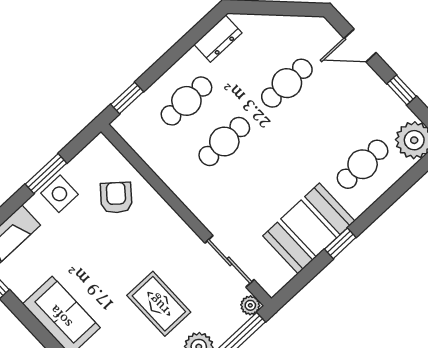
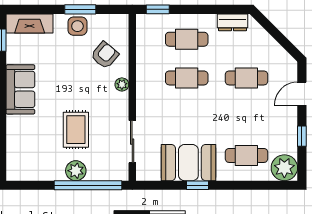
door: (360, 45) -> (302, 94), hinge flipped
plant: (250, 305) -> (122, 84), moved

